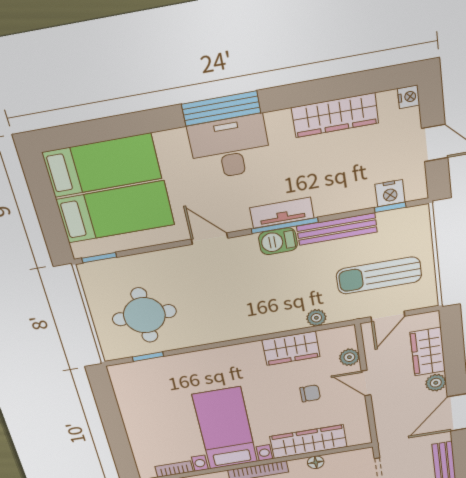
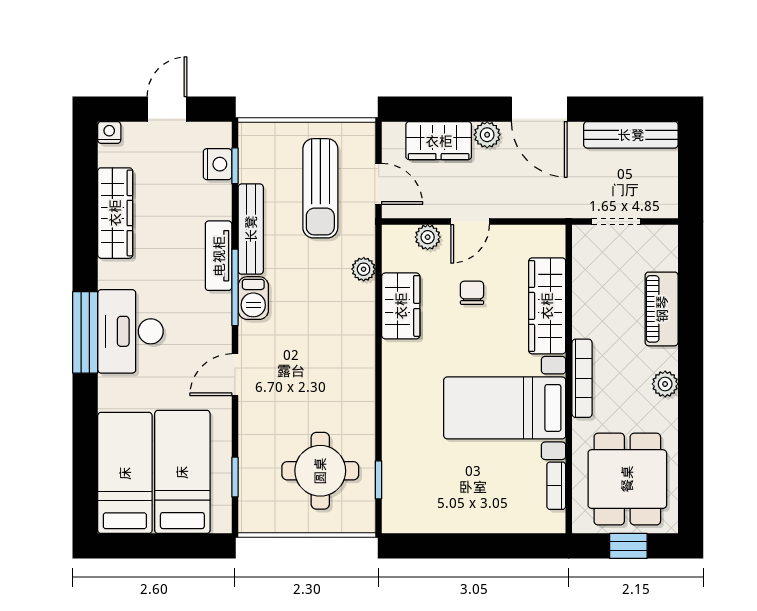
tv unit: (282, 213) -> (219, 256), moved
window: (99, 258) -> (235, 477), moved
floor lamp: (316, 462) -> (583, 302), removed

